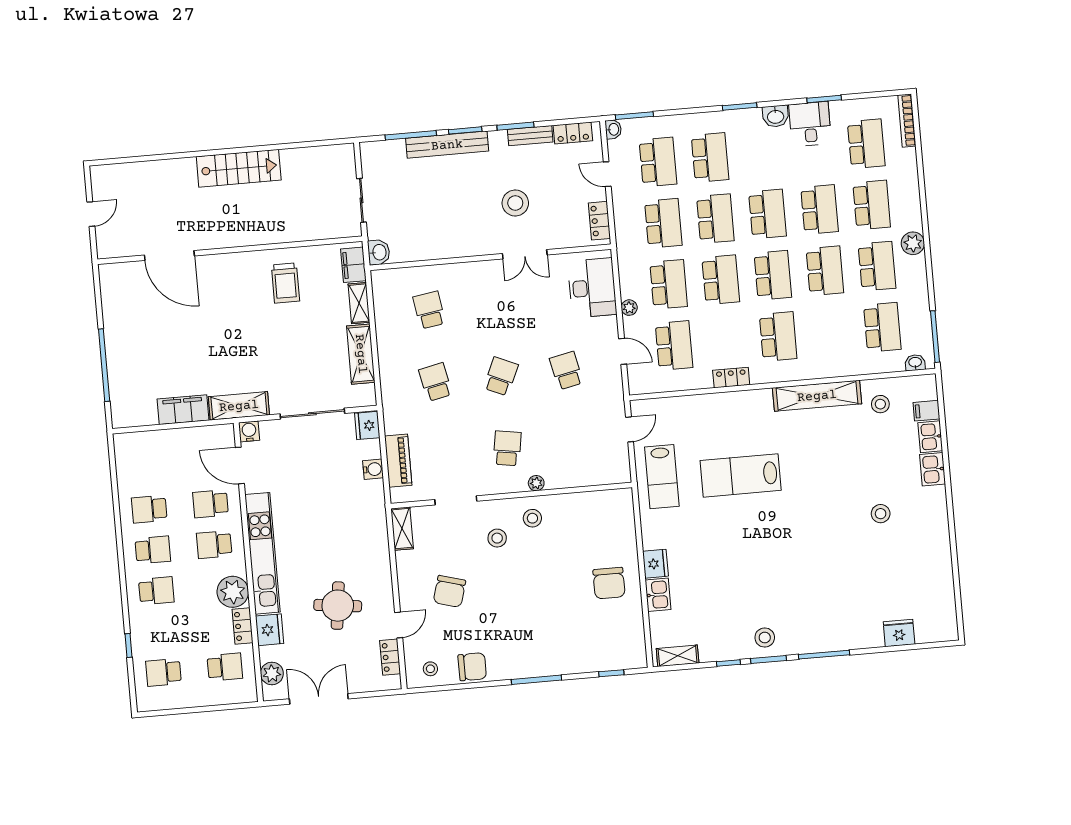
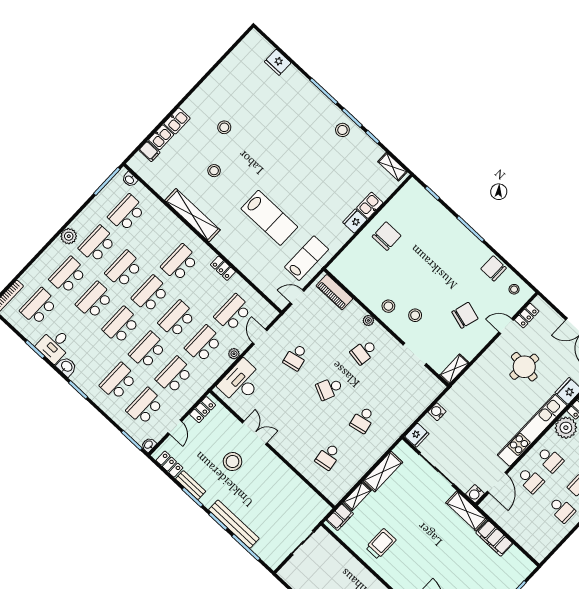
washbasin: (379, 252) -> (321, 510), removed
stool: (880, 404) -> (214, 171), moved
piano: (398, 461) -> (334, 292), moved, turned -90

